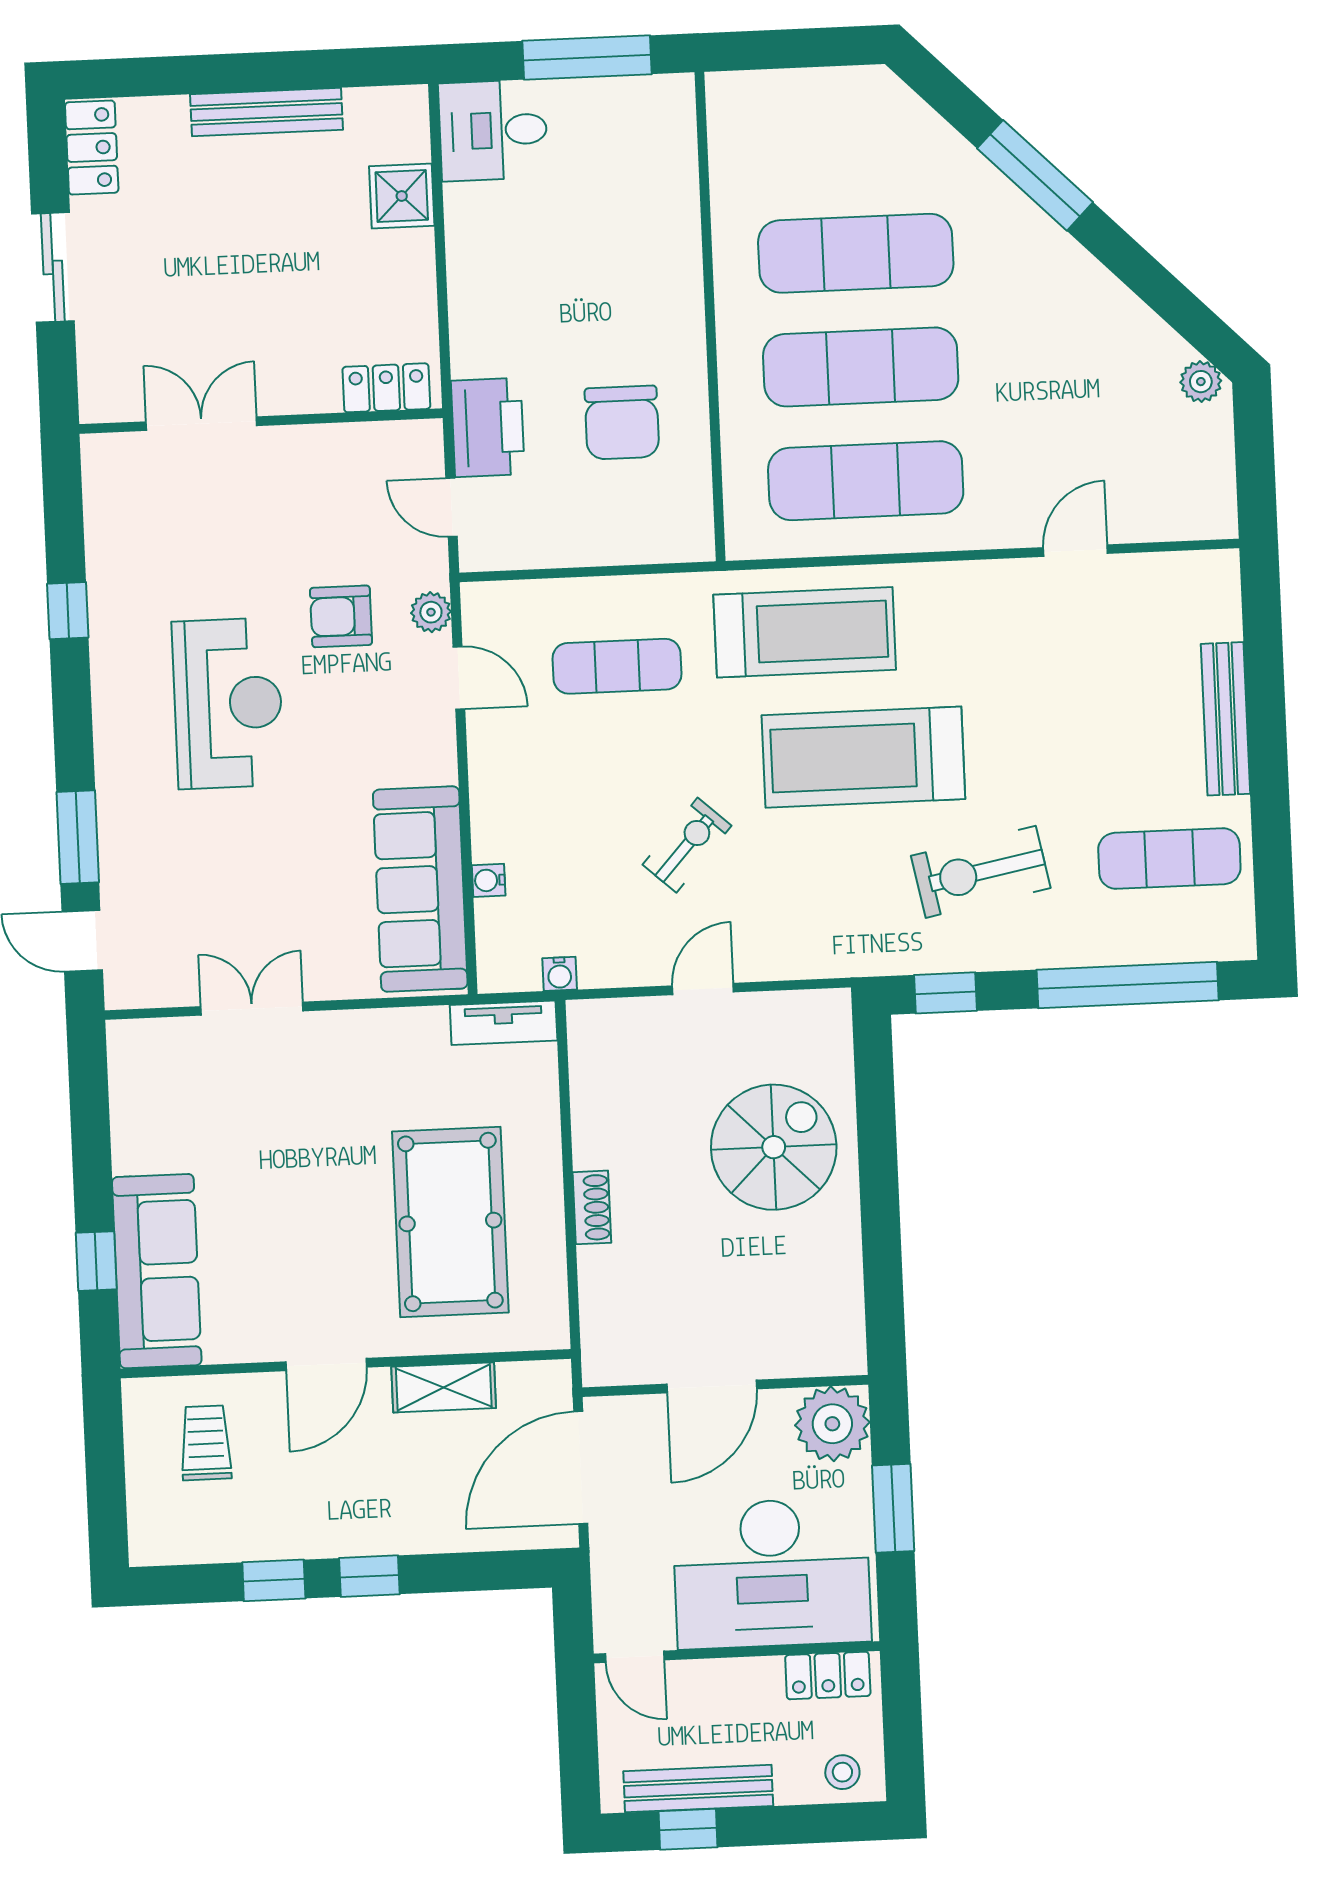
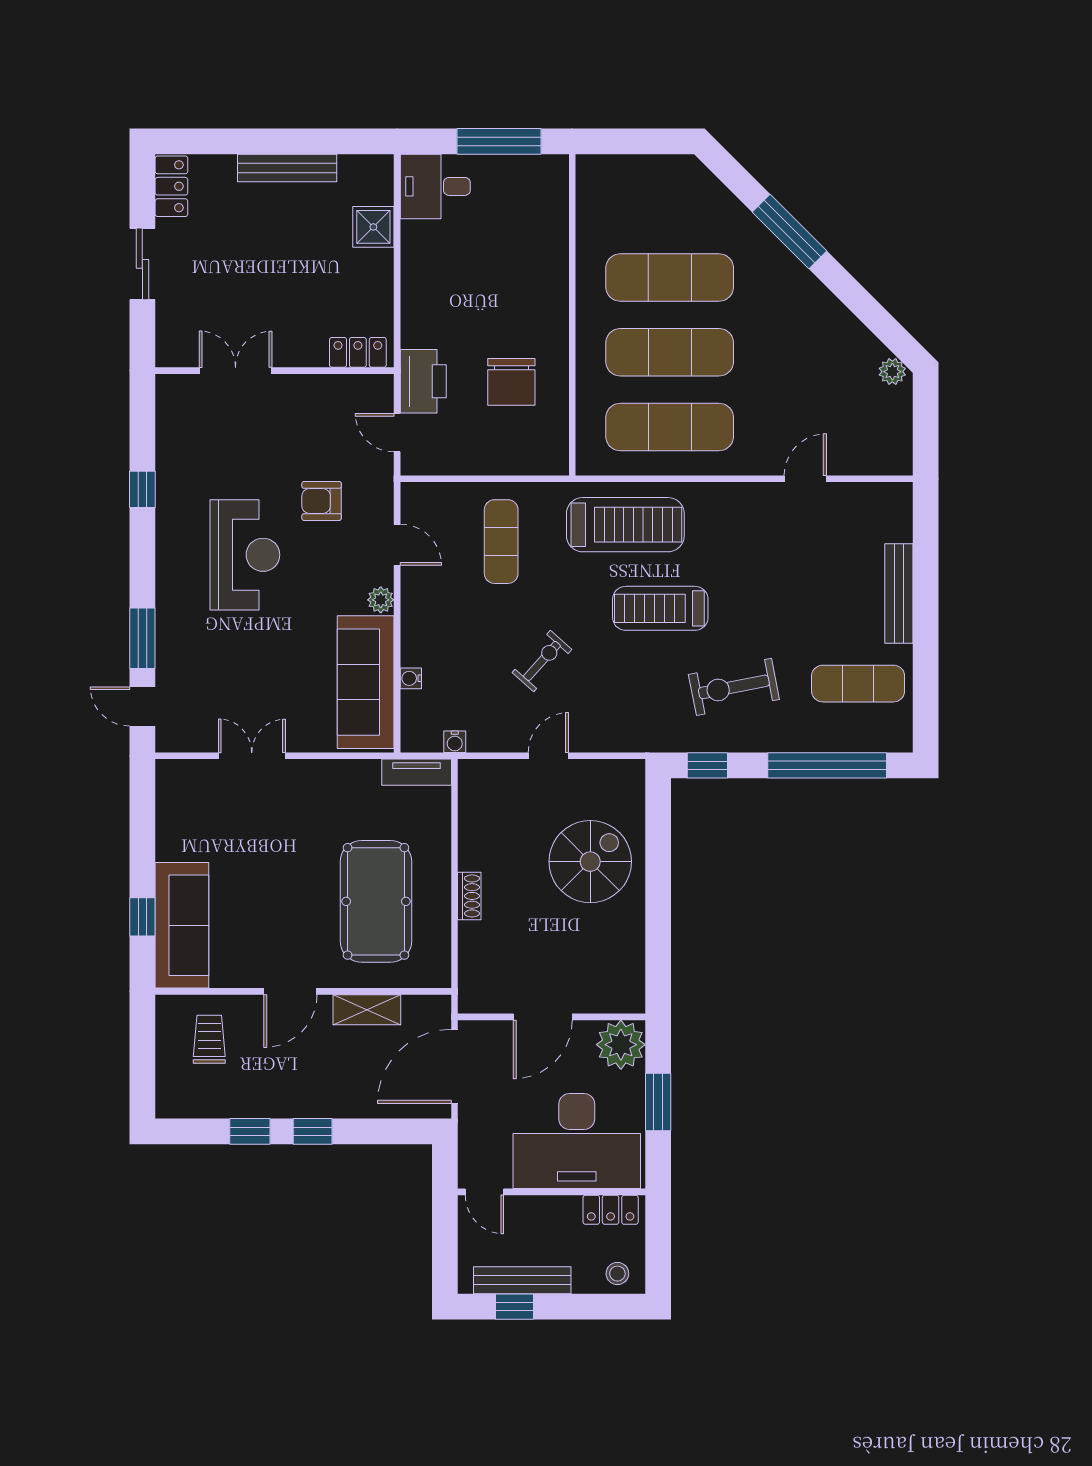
plant: (431, 612) -> (381, 600), moved
exercise mat: (617, 666) -> (501, 542), turned 90
treadmill: (863, 757) -> (660, 608), width x0.73, depth x0.73

